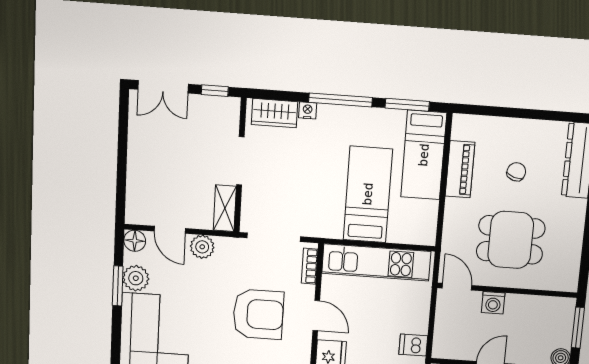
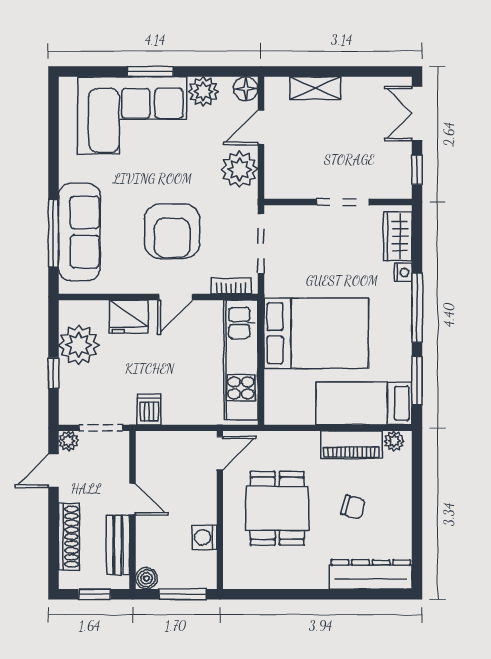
plant: (460, 130) -> (394, 441), added
bed: (368, 194) -> (316, 333), width x1.50
shelving: (225, 208) -> (315, 88), moved
plant: (202, 247) -> (239, 169), width x1.36, depth x1.36
window: (118, 286) -> (150, 72), moved
washing machine: (493, 303) -> (205, 537), moved

